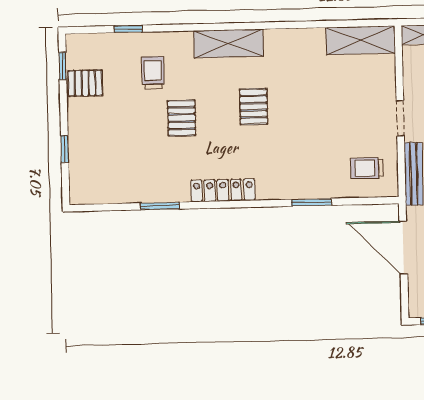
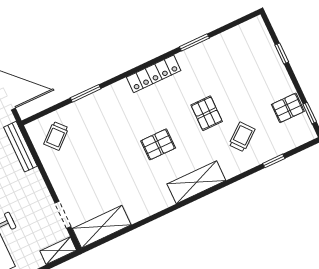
trolley: (153, 73) -> (242, 137), turned -129
pallet: (254, 107) -> (158, 144), turned 90
doorway: (400, 118) -> (63, 215), moved
trolley: (367, 168) -> (56, 136), turned 138

